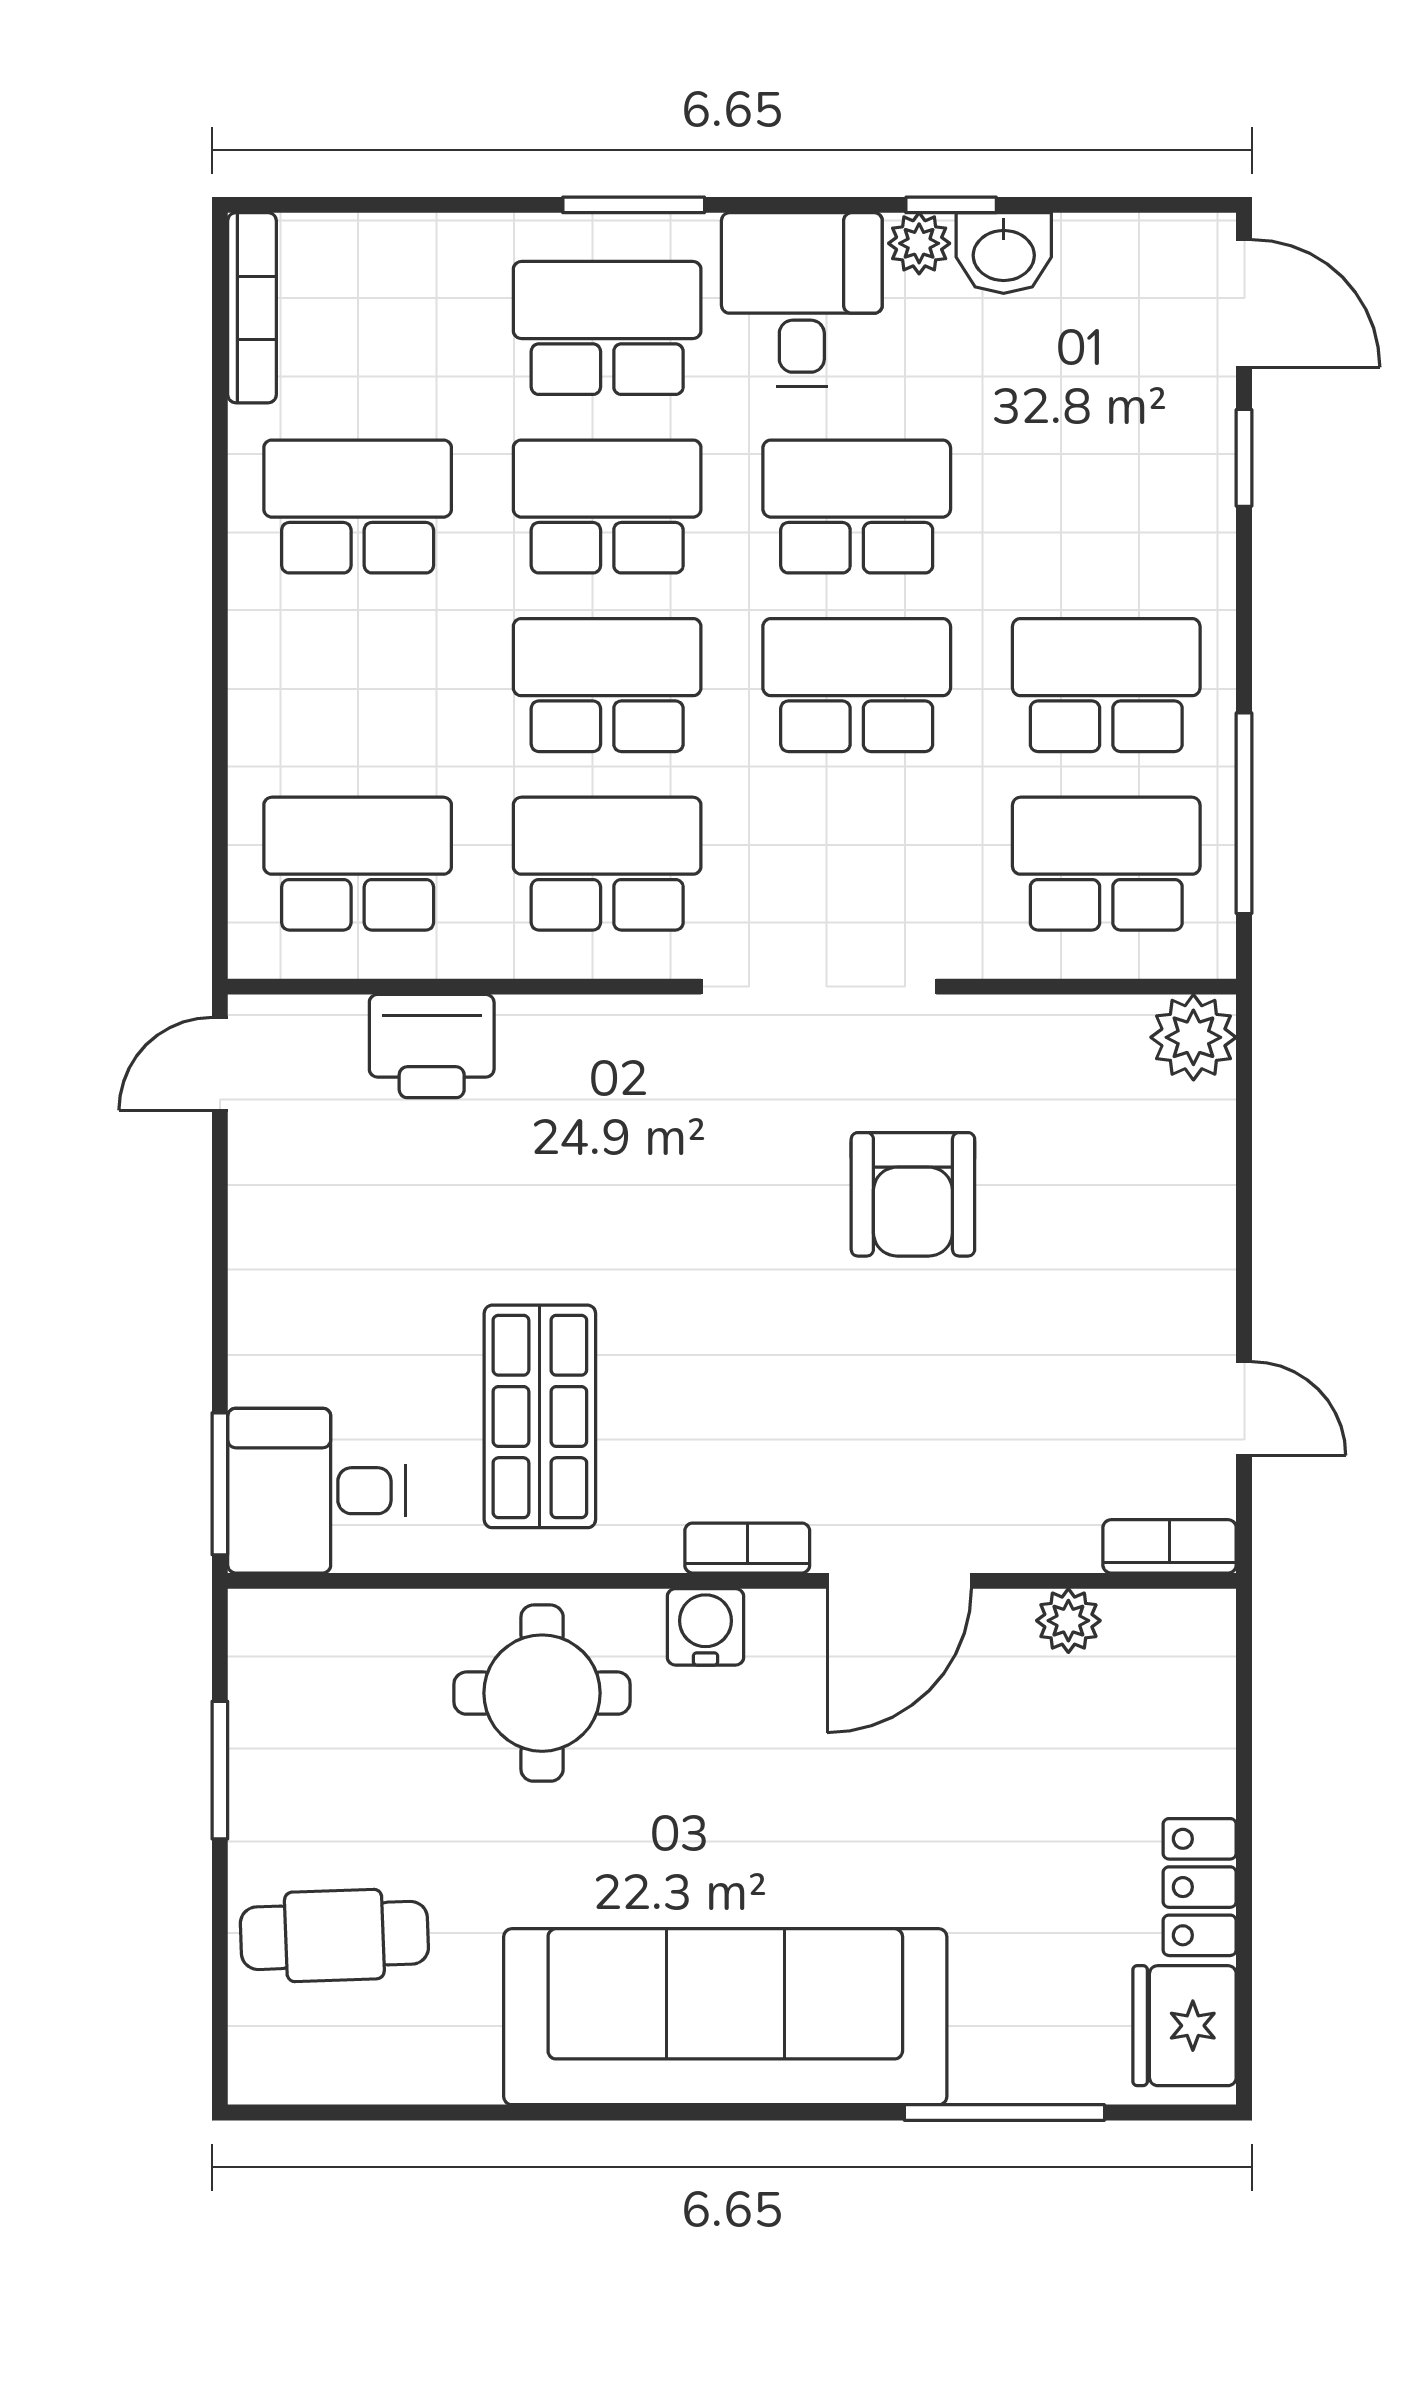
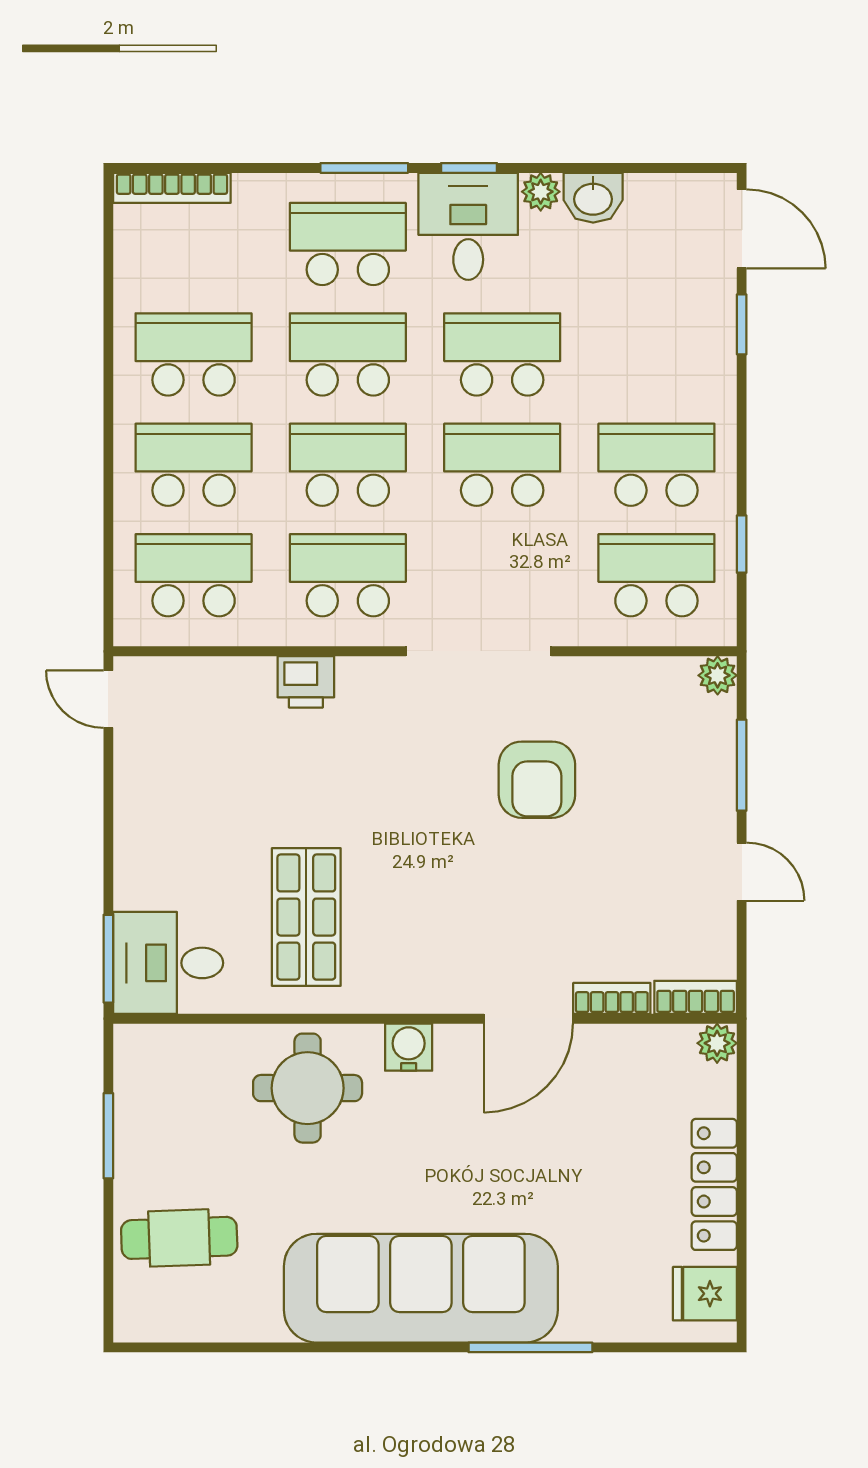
window: (951, 205) -> (469, 168), moved
bookcase: (252, 308) -> (172, 188), moved, turned 90
school desk: (358, 685) -> (194, 465), added
window: (1244, 813) -> (742, 544), width x0.46
plant: (1193, 1037) -> (718, 675), width x0.73, depth x0.73
printer: (432, 1046) -> (306, 682), moved, width x0.73, depth x0.81
door: (220, 1064) -> (108, 699), hinge flipped
window: (1244, 1171) -> (742, 765), added
door: (1244, 1409) -> (742, 872), moved
bookcase: (747, 1548) -> (612, 998), moved
plant: (1068, 1621) -> (717, 1043), moved
locker: (1200, 1887) -> (714, 1184), width x1.53
fridge: (1185, 2026) -> (705, 1294), width x0.72
window: (1004, 2112) -> (530, 1347), moved

